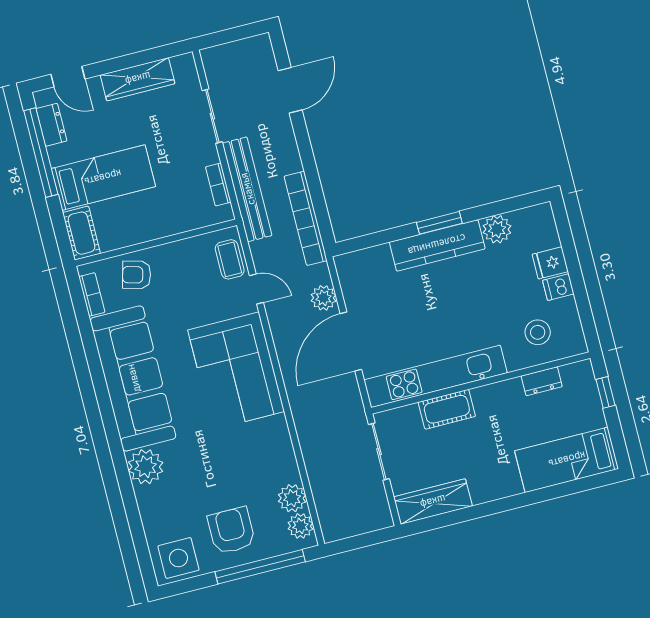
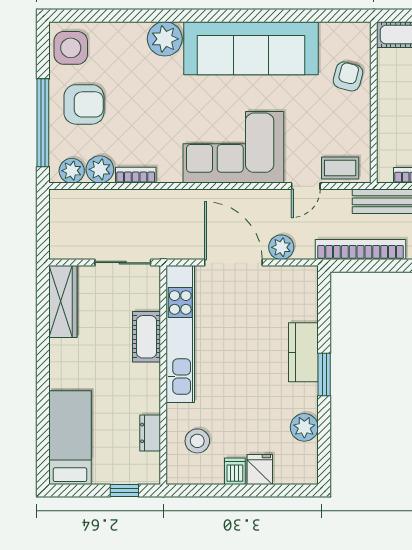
kitchen counter: (437, 245) -> (303, 352), width x0.67
bookcase: (92, 294) -> (136, 175), moved, turned 180

